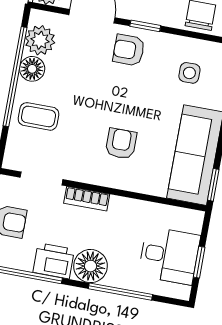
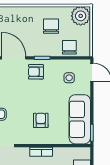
bookcase: (87, 199) -> (41, 152), moved

